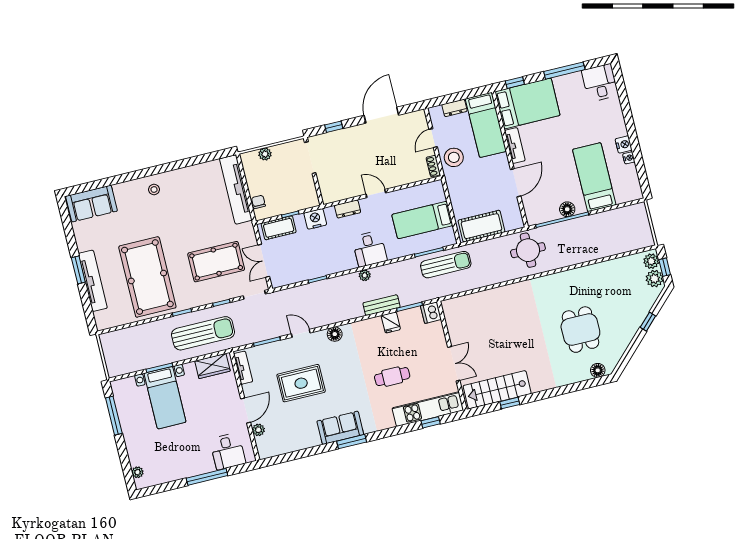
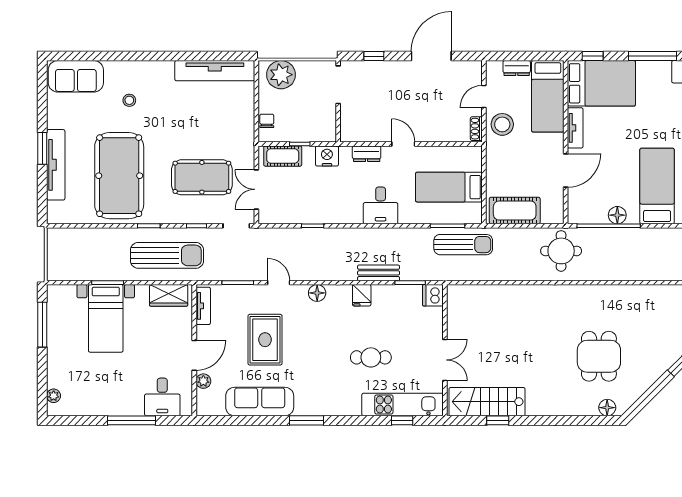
plant: (265, 154) -> (281, 75), width x1.88, depth x1.88
tv unit: (236, 189) -> (215, 71), moved, turned -90
stool: (154, 190) -> (129, 100), moved
plant: (365, 275) -> (368, 234), removed
fridge: (391, 322) -> (362, 295), moved
rug: (301, 383) -> (265, 340), turned 90
sofa: (340, 428) -> (260, 402), moved, width x1.36

